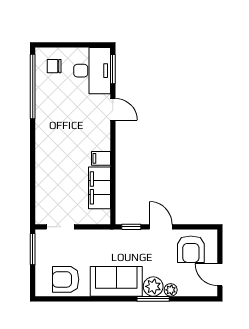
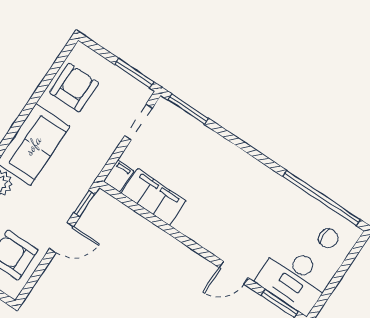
chair: (54, 66) -> (328, 238), turned 90
filing cabinet: (101, 158) -> (118, 176), moved
window: (33, 202) -> (188, 109), added

